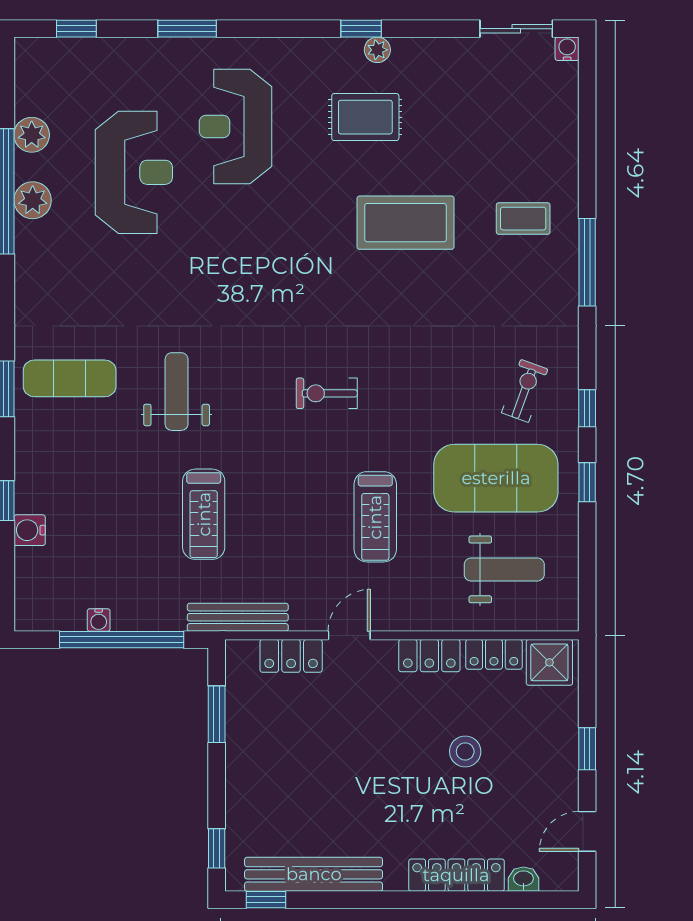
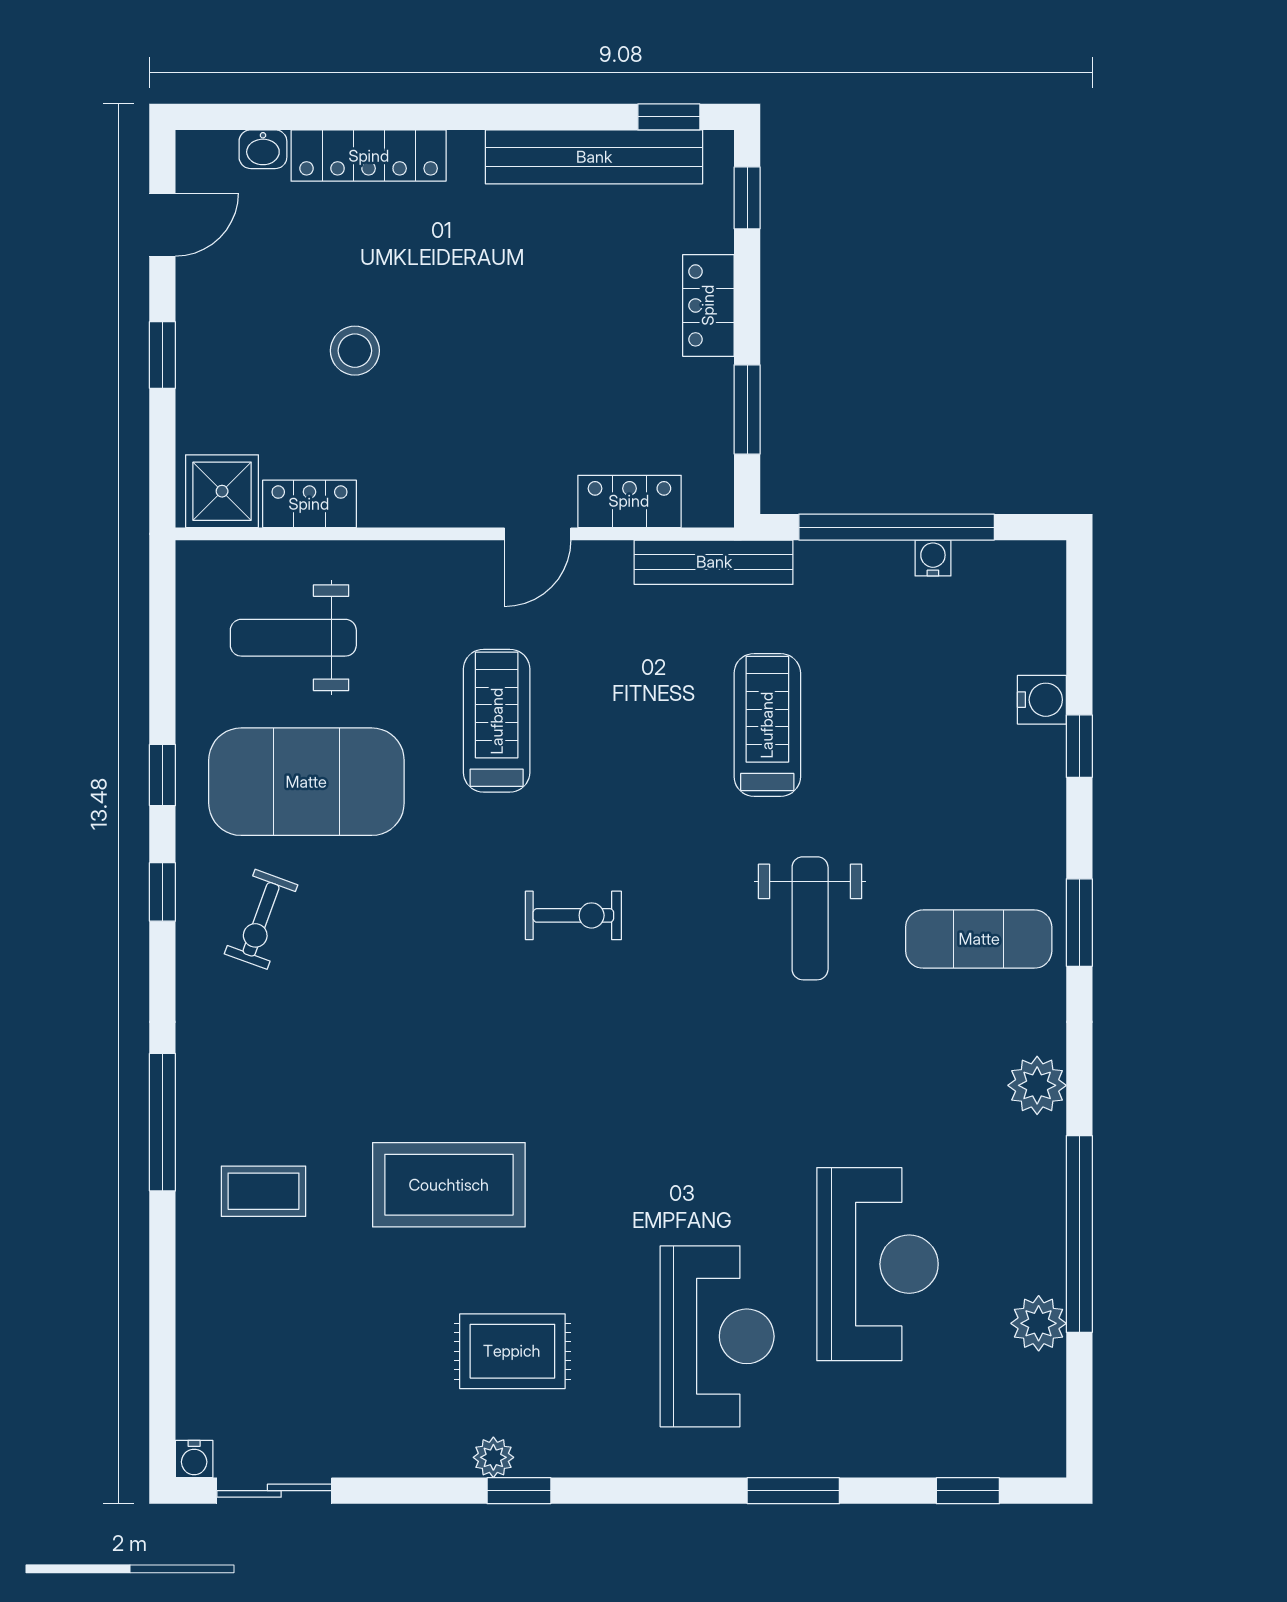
reception desk: (134, 172) -> (877, 1264), turned 180
plant: (33, 200) -> (1037, 1085), moved
locker: (429, 656) -> (708, 305), moved, turned -90

